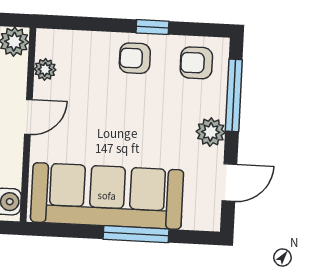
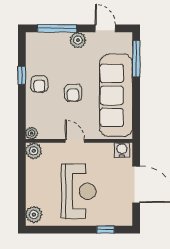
armchair: (196, 63) -> (73, 93), moved
plant: (45, 69) -> (32, 133), moved
window: (136, 234) -> (136, 59), moved

